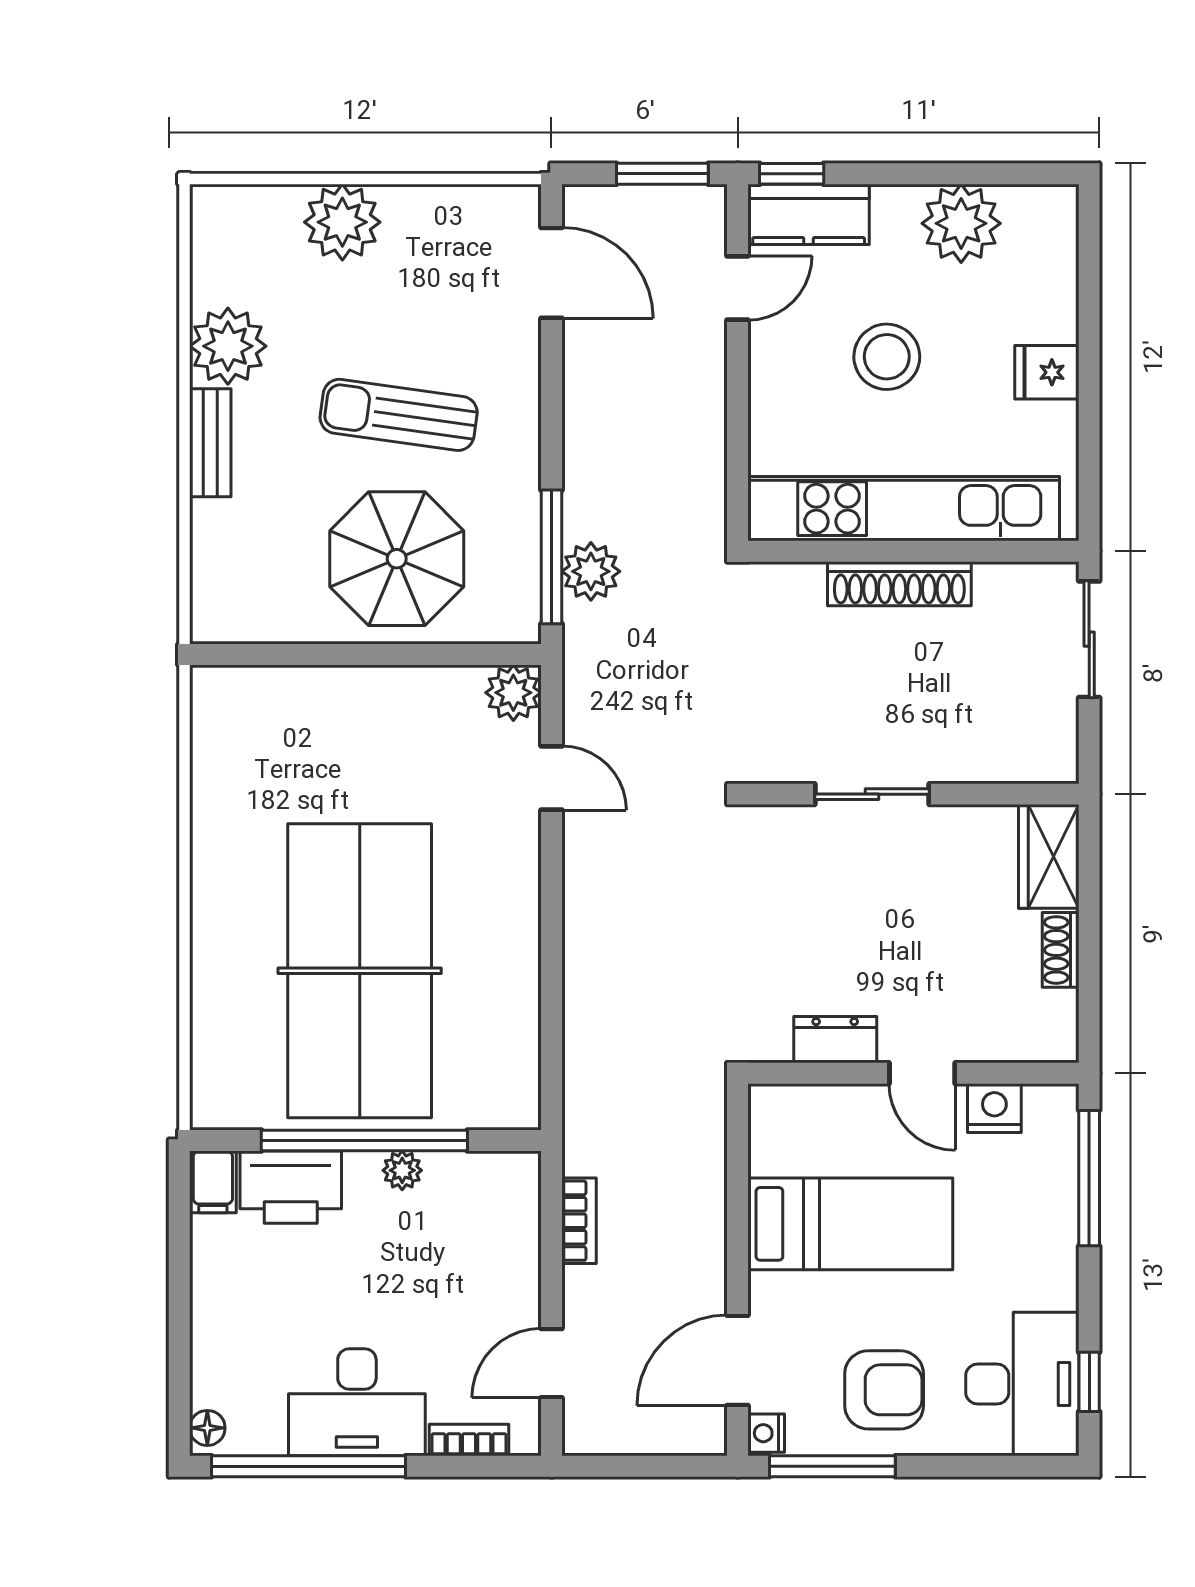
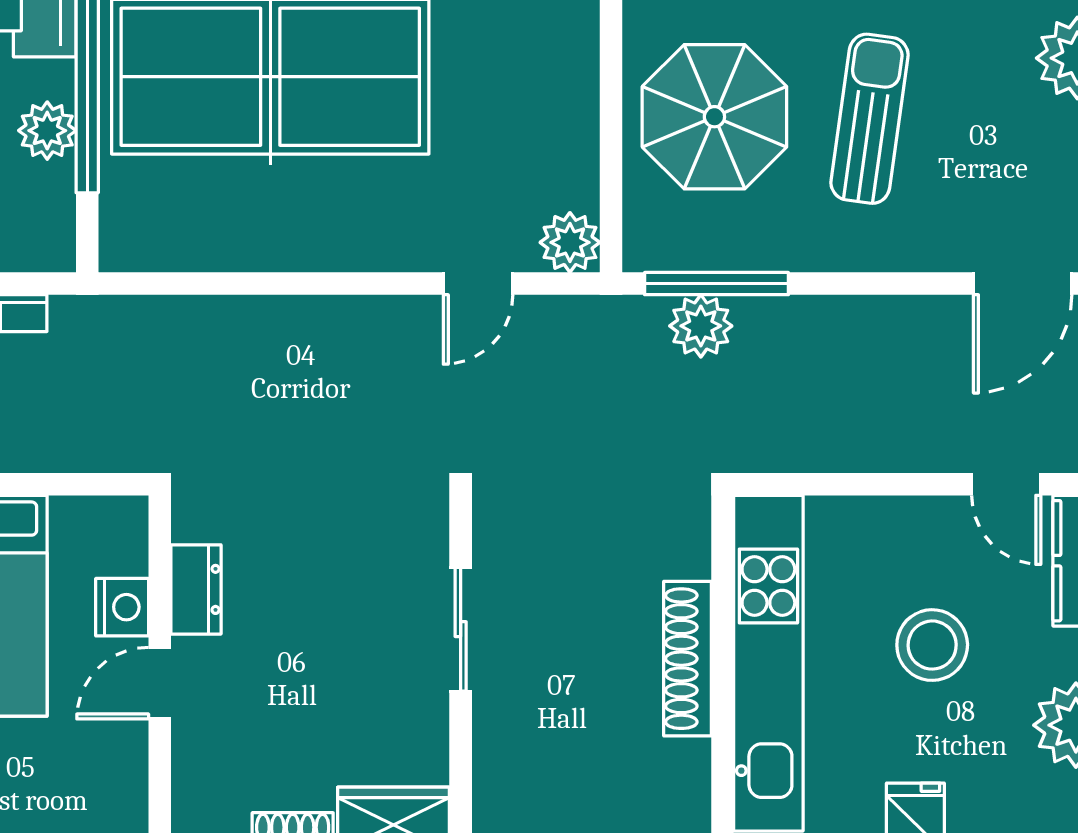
nightstand: (994, 1108) -> (122, 607), moved
plant: (402, 1170) -> (47, 131), width x1.38, depth x1.38

